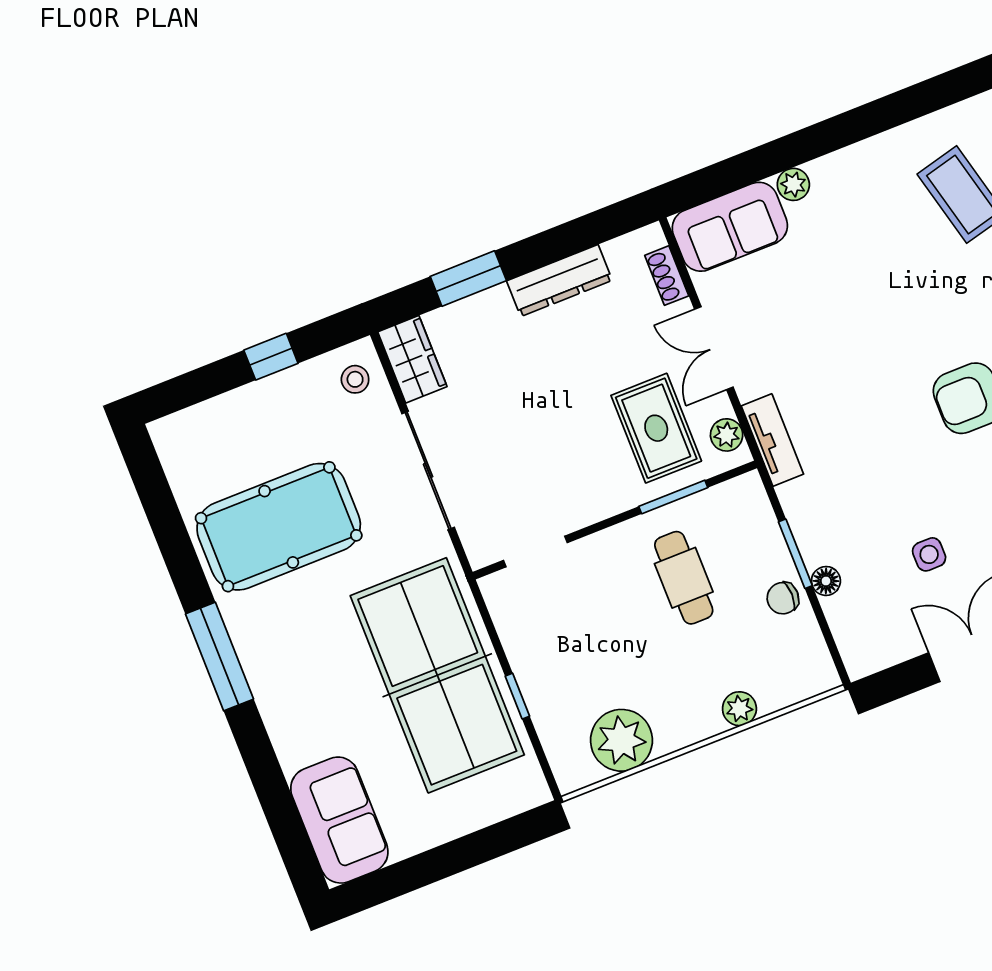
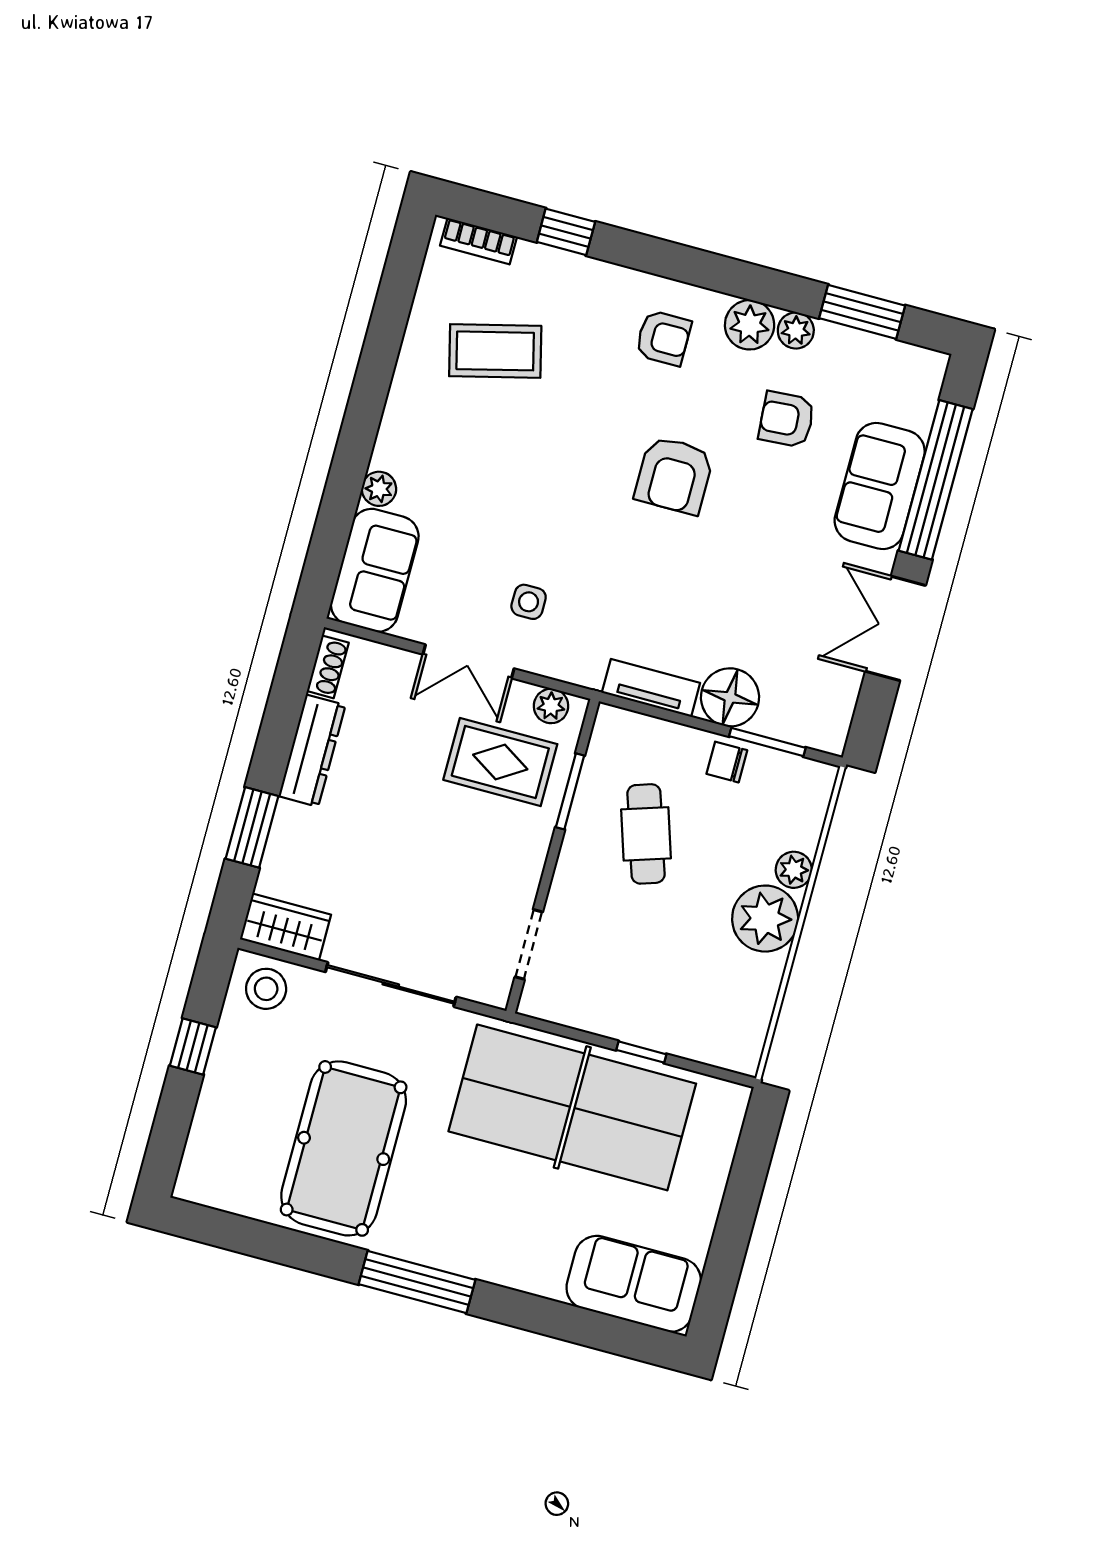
shoe rack: (667, 276) -> (328, 667), moved, turned -90
stool: (355, 379) -> (266, 989), width x1.37, depth x1.37
tv unit: (772, 440) -> (651, 688), moved
window: (795, 554) -> (767, 742), moved
side table: (929, 554) -> (529, 602), moved
cafe table: (684, 578) -> (646, 834), turned 72
floor lamp: (826, 581) -> (730, 697), width x1.89, depth x1.89
chair: (783, 598) -> (727, 762), turned 90
plant: (621, 740) -> (765, 919), moved

